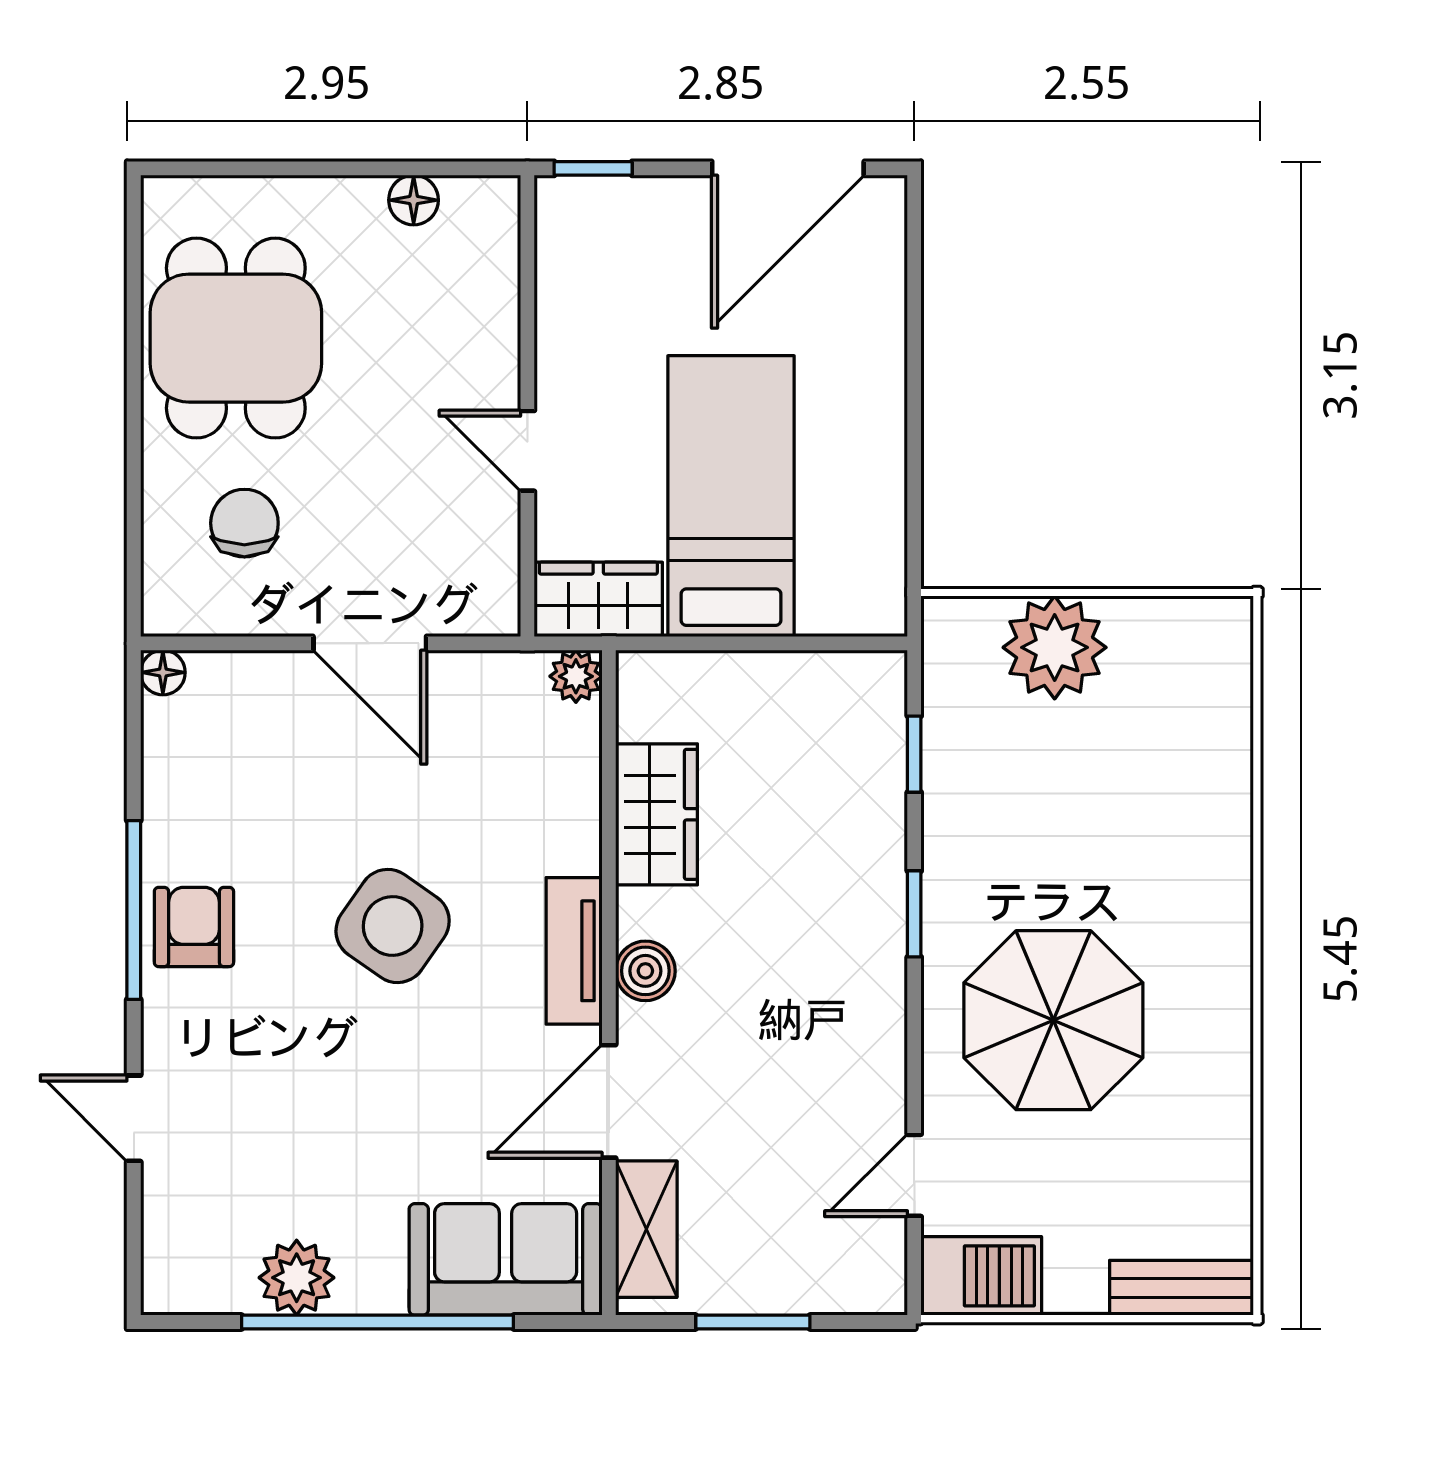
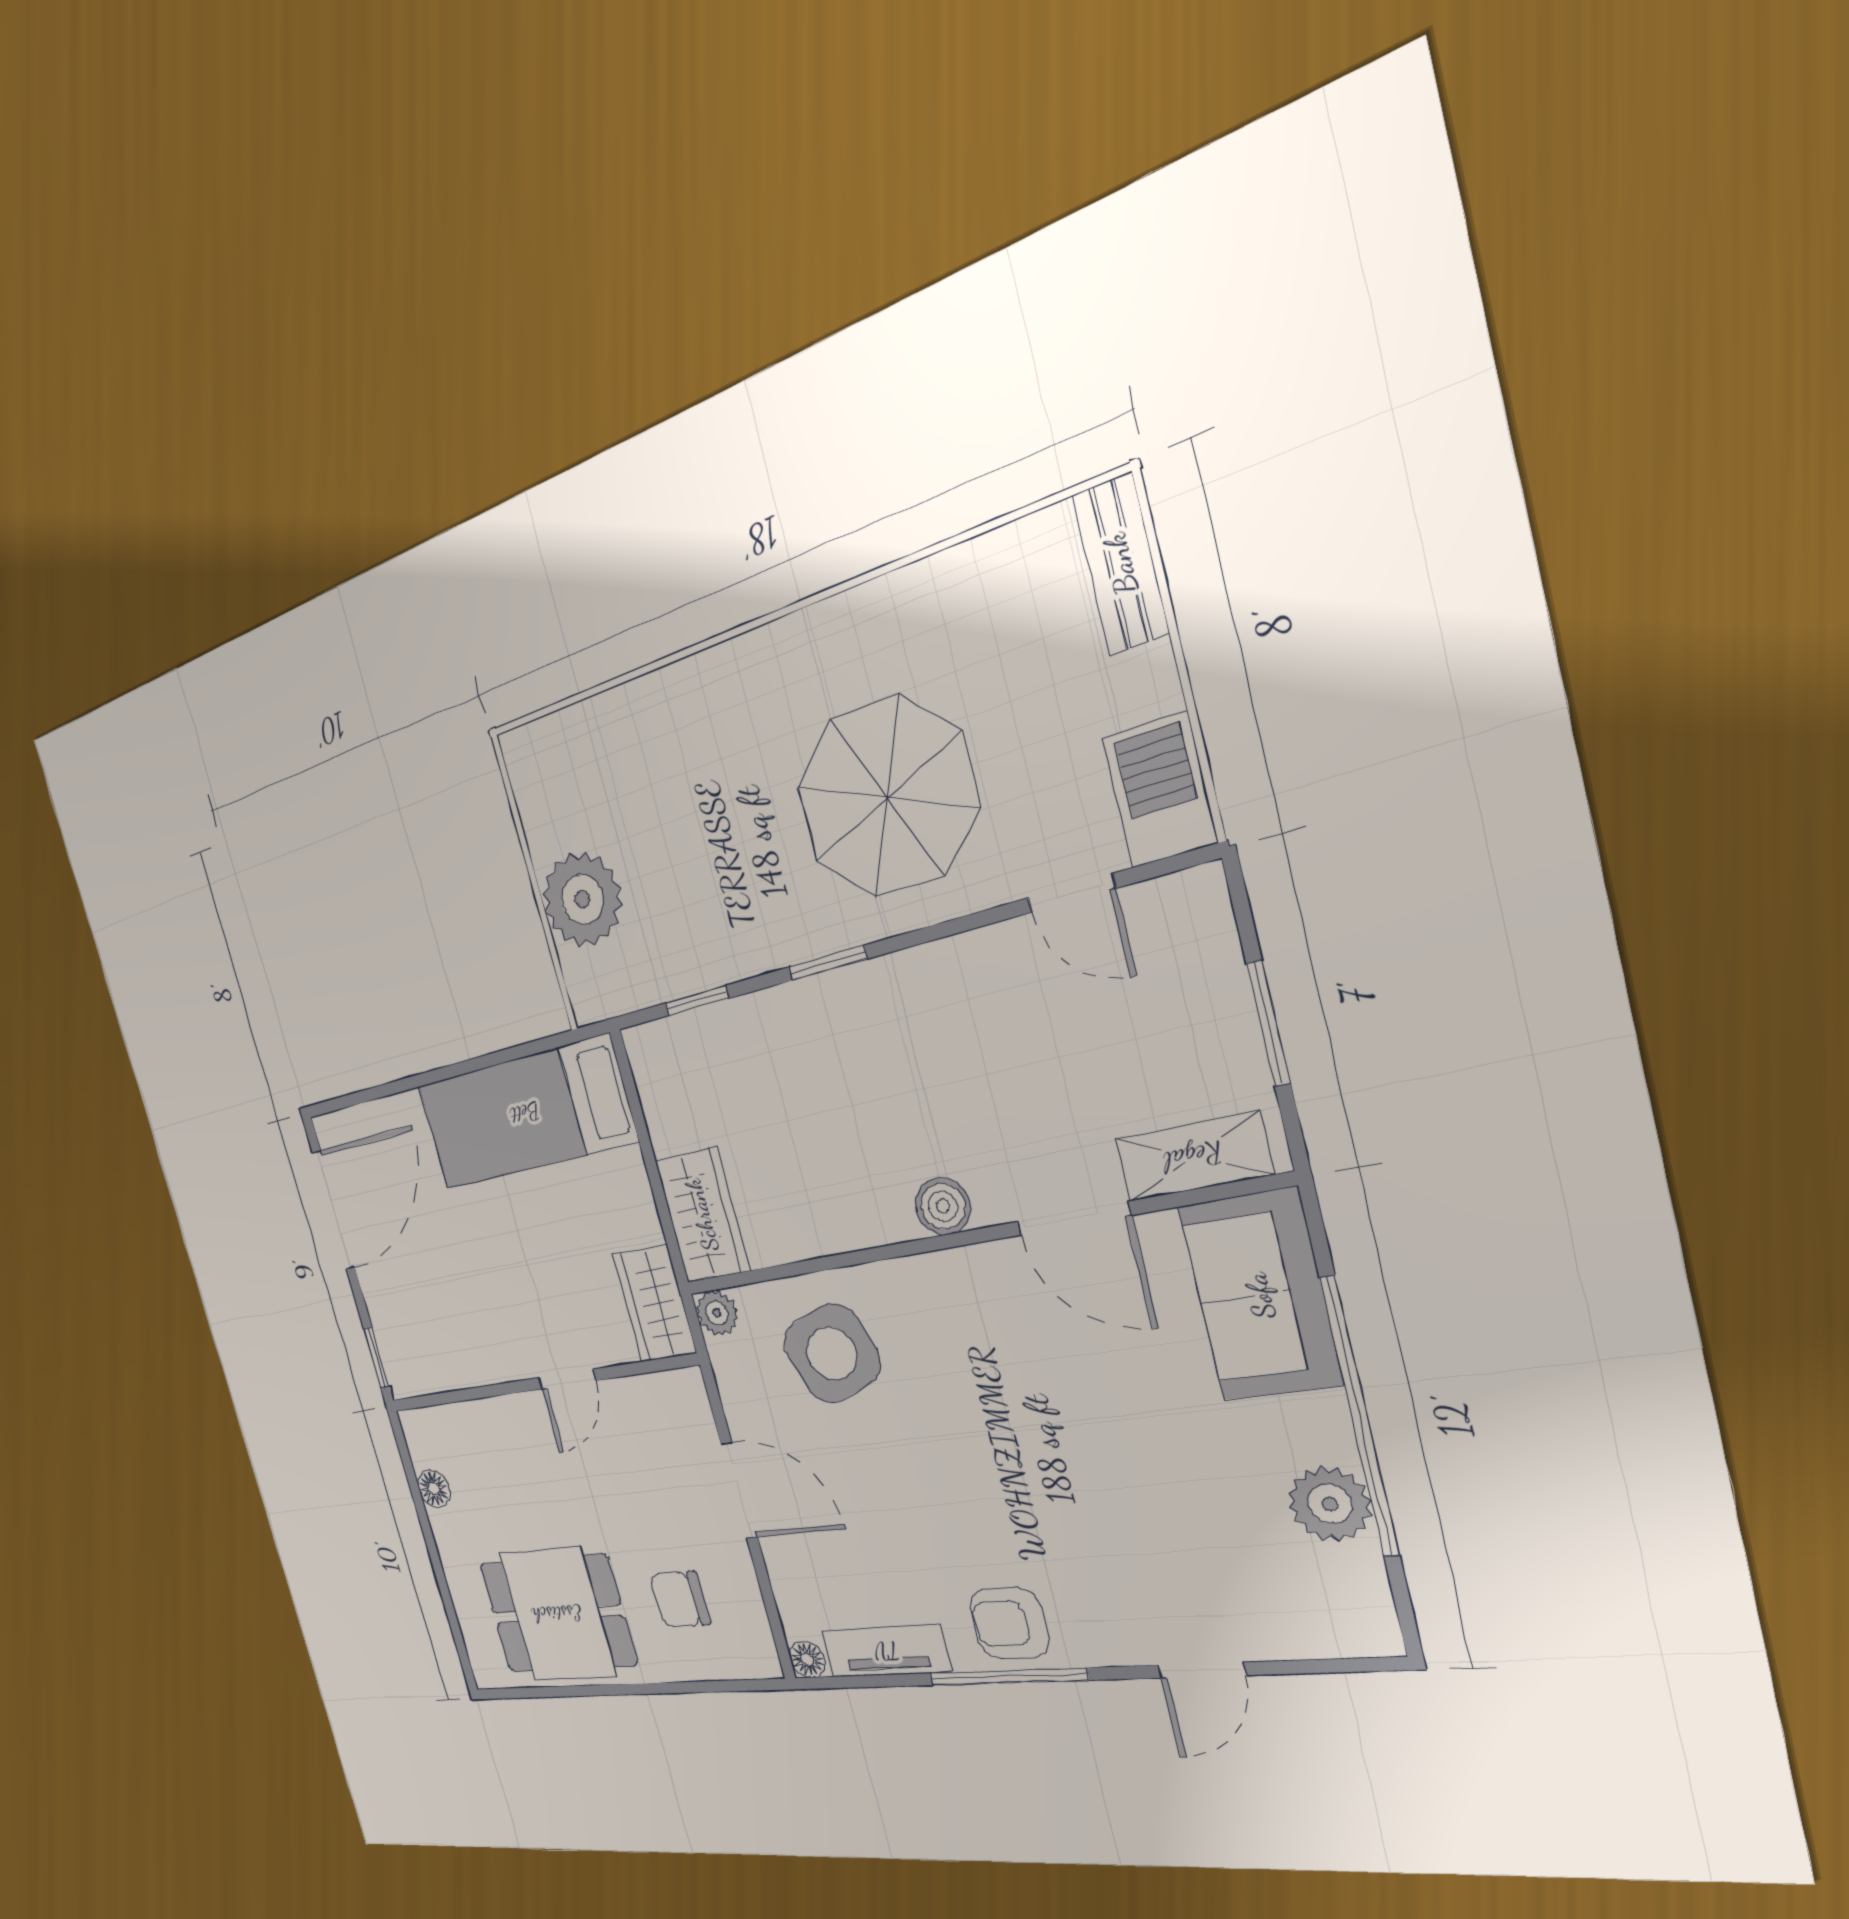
door: (788, 168) -> (333, 1210), hinge flipped
bed: (731, 496) -> (525, 1113), moved
door: (370, 643) -> (739, 1490), hinge flipped
wardrobe: (657, 814) -> (702, 1215), moved, turned 90
side table: (393, 926) -> (832, 1353), moved, turned 36
tv unit: (574, 951) -> (886, 1651), moved, turned 180

